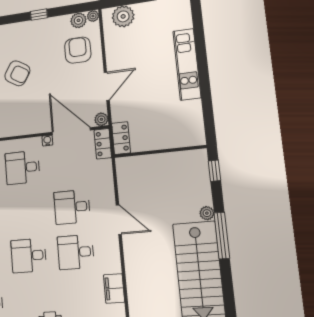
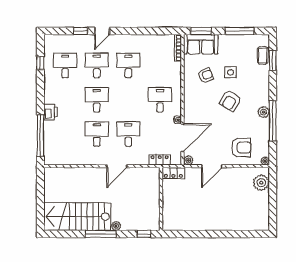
window: (39, 15) -> (273, 121), width x3.17
plant: (78, 20) -> (263, 112), moved
kitchen unit: (187, 64) -> (220, 223), removed
door: (107, 86) -> (212, 166), hinge flipped
locker: (103, 144) -> (160, 160), moved
filing cabinet: (114, 289) -> (70, 159), removed

